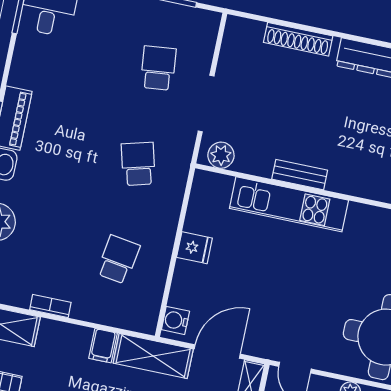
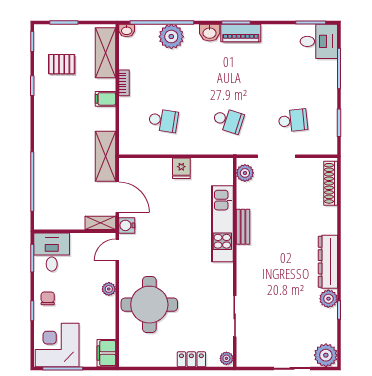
shoe rack: (298, 39) -> (331, 183), moved
school desk: (138, 164) -> (228, 120), turned 33
water cooler: (175, 320) -> (127, 225), moved, turned -90
filing cabinet: (103, 346) -> (105, 99), moved

